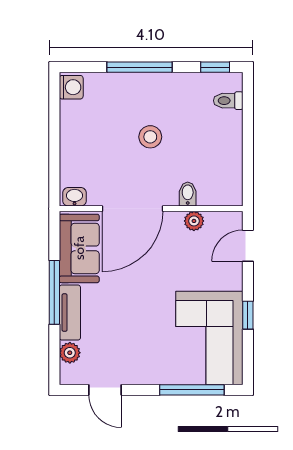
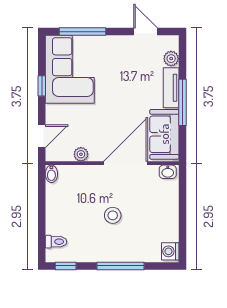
bidet: (188, 194) -> (51, 174), moved

